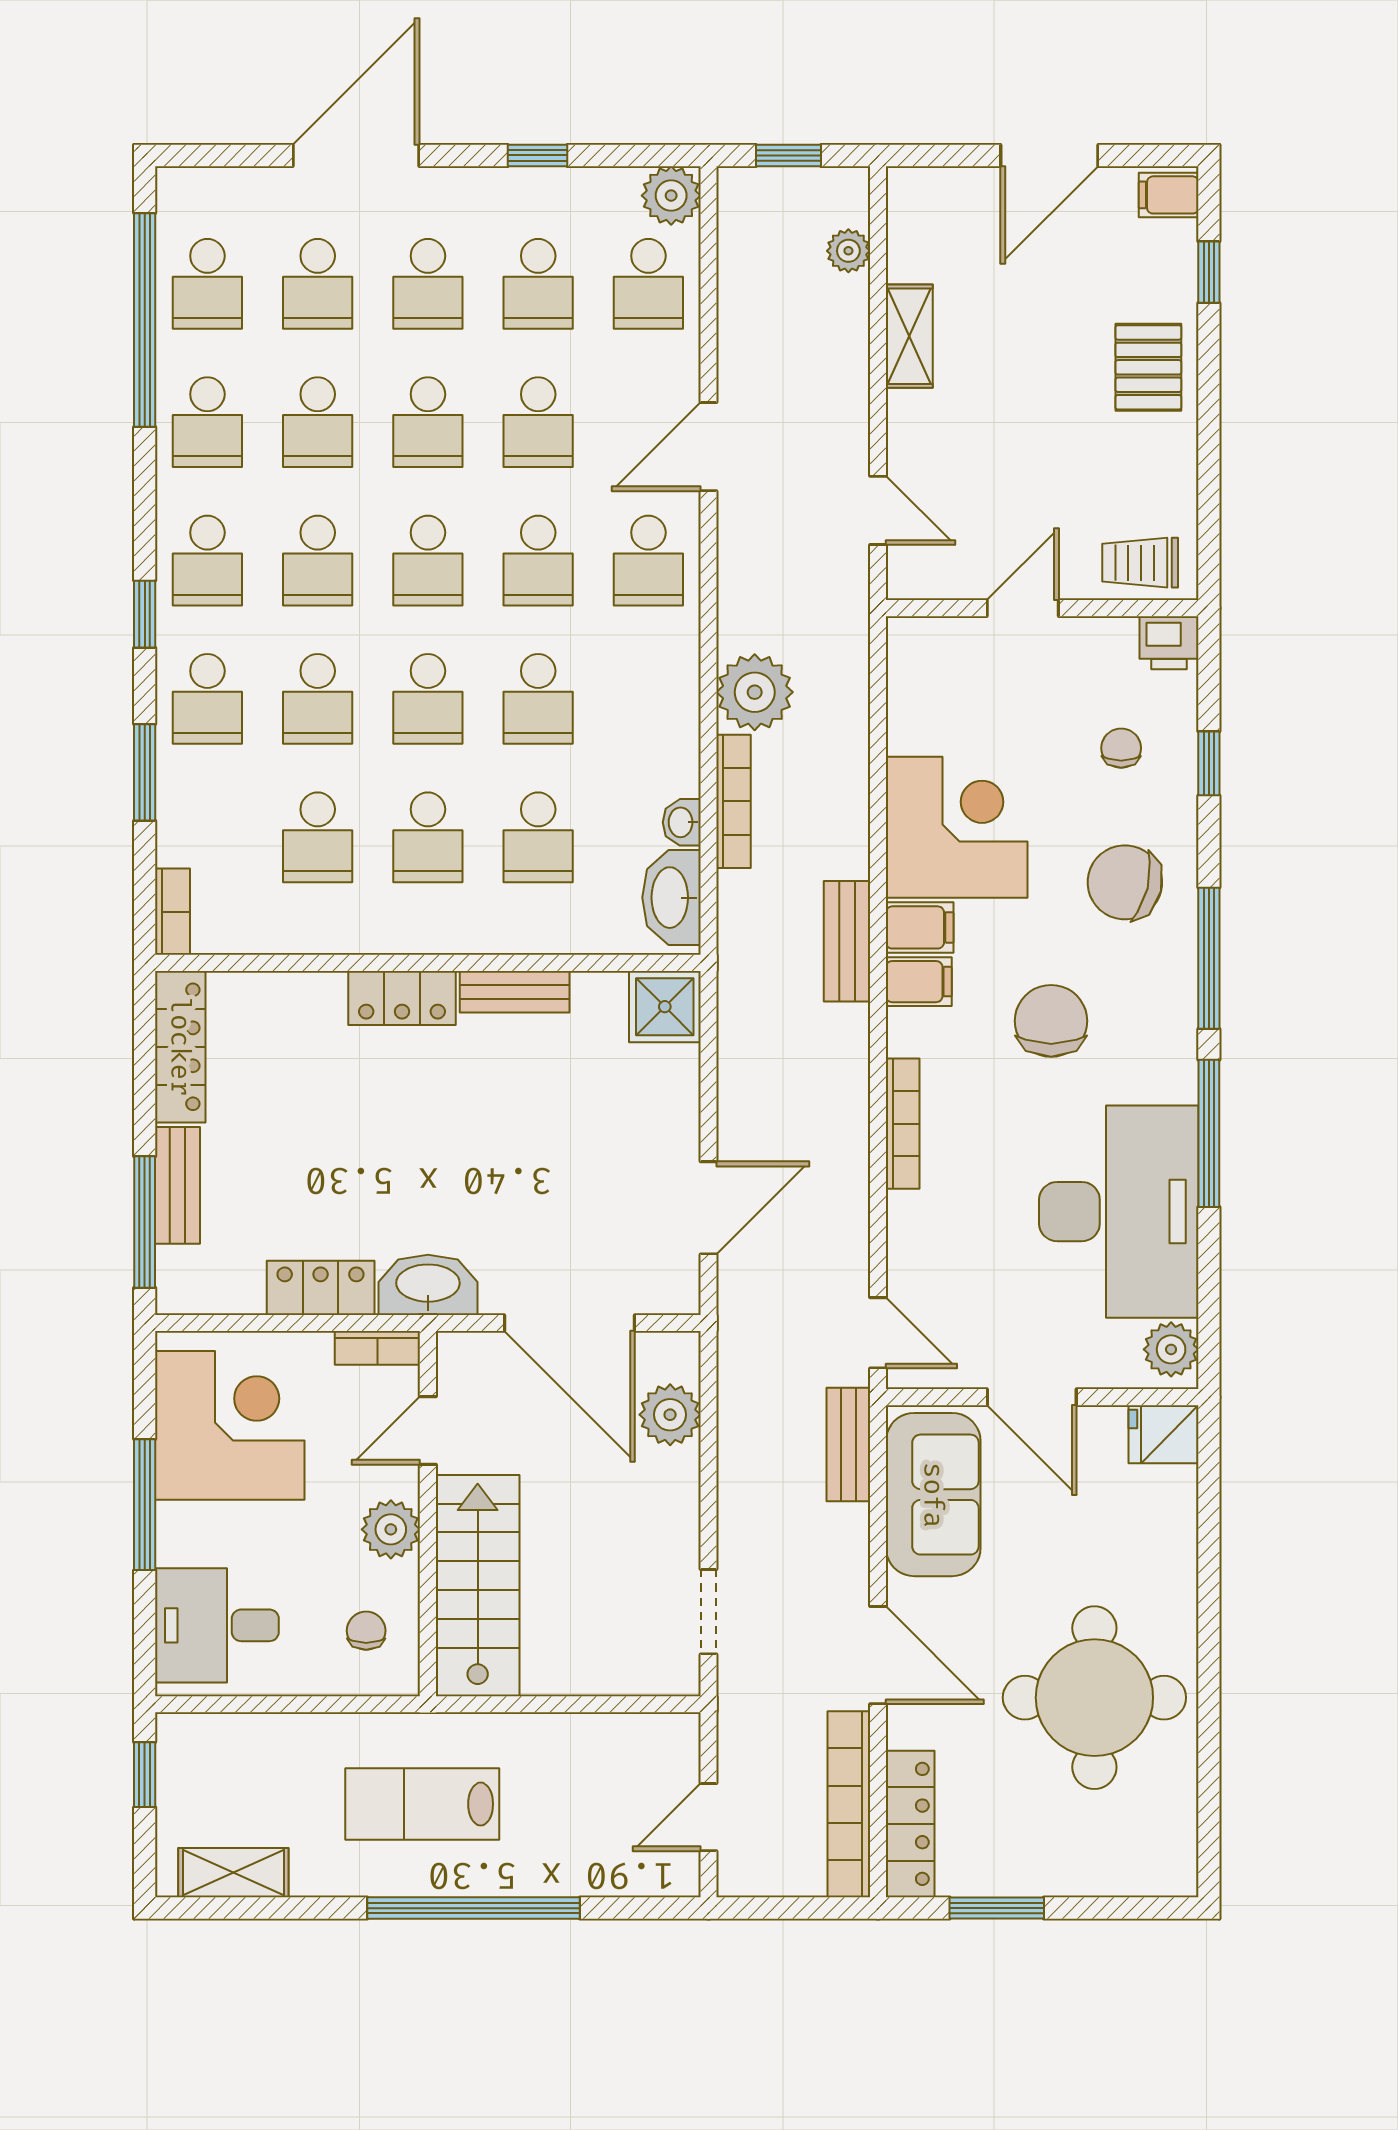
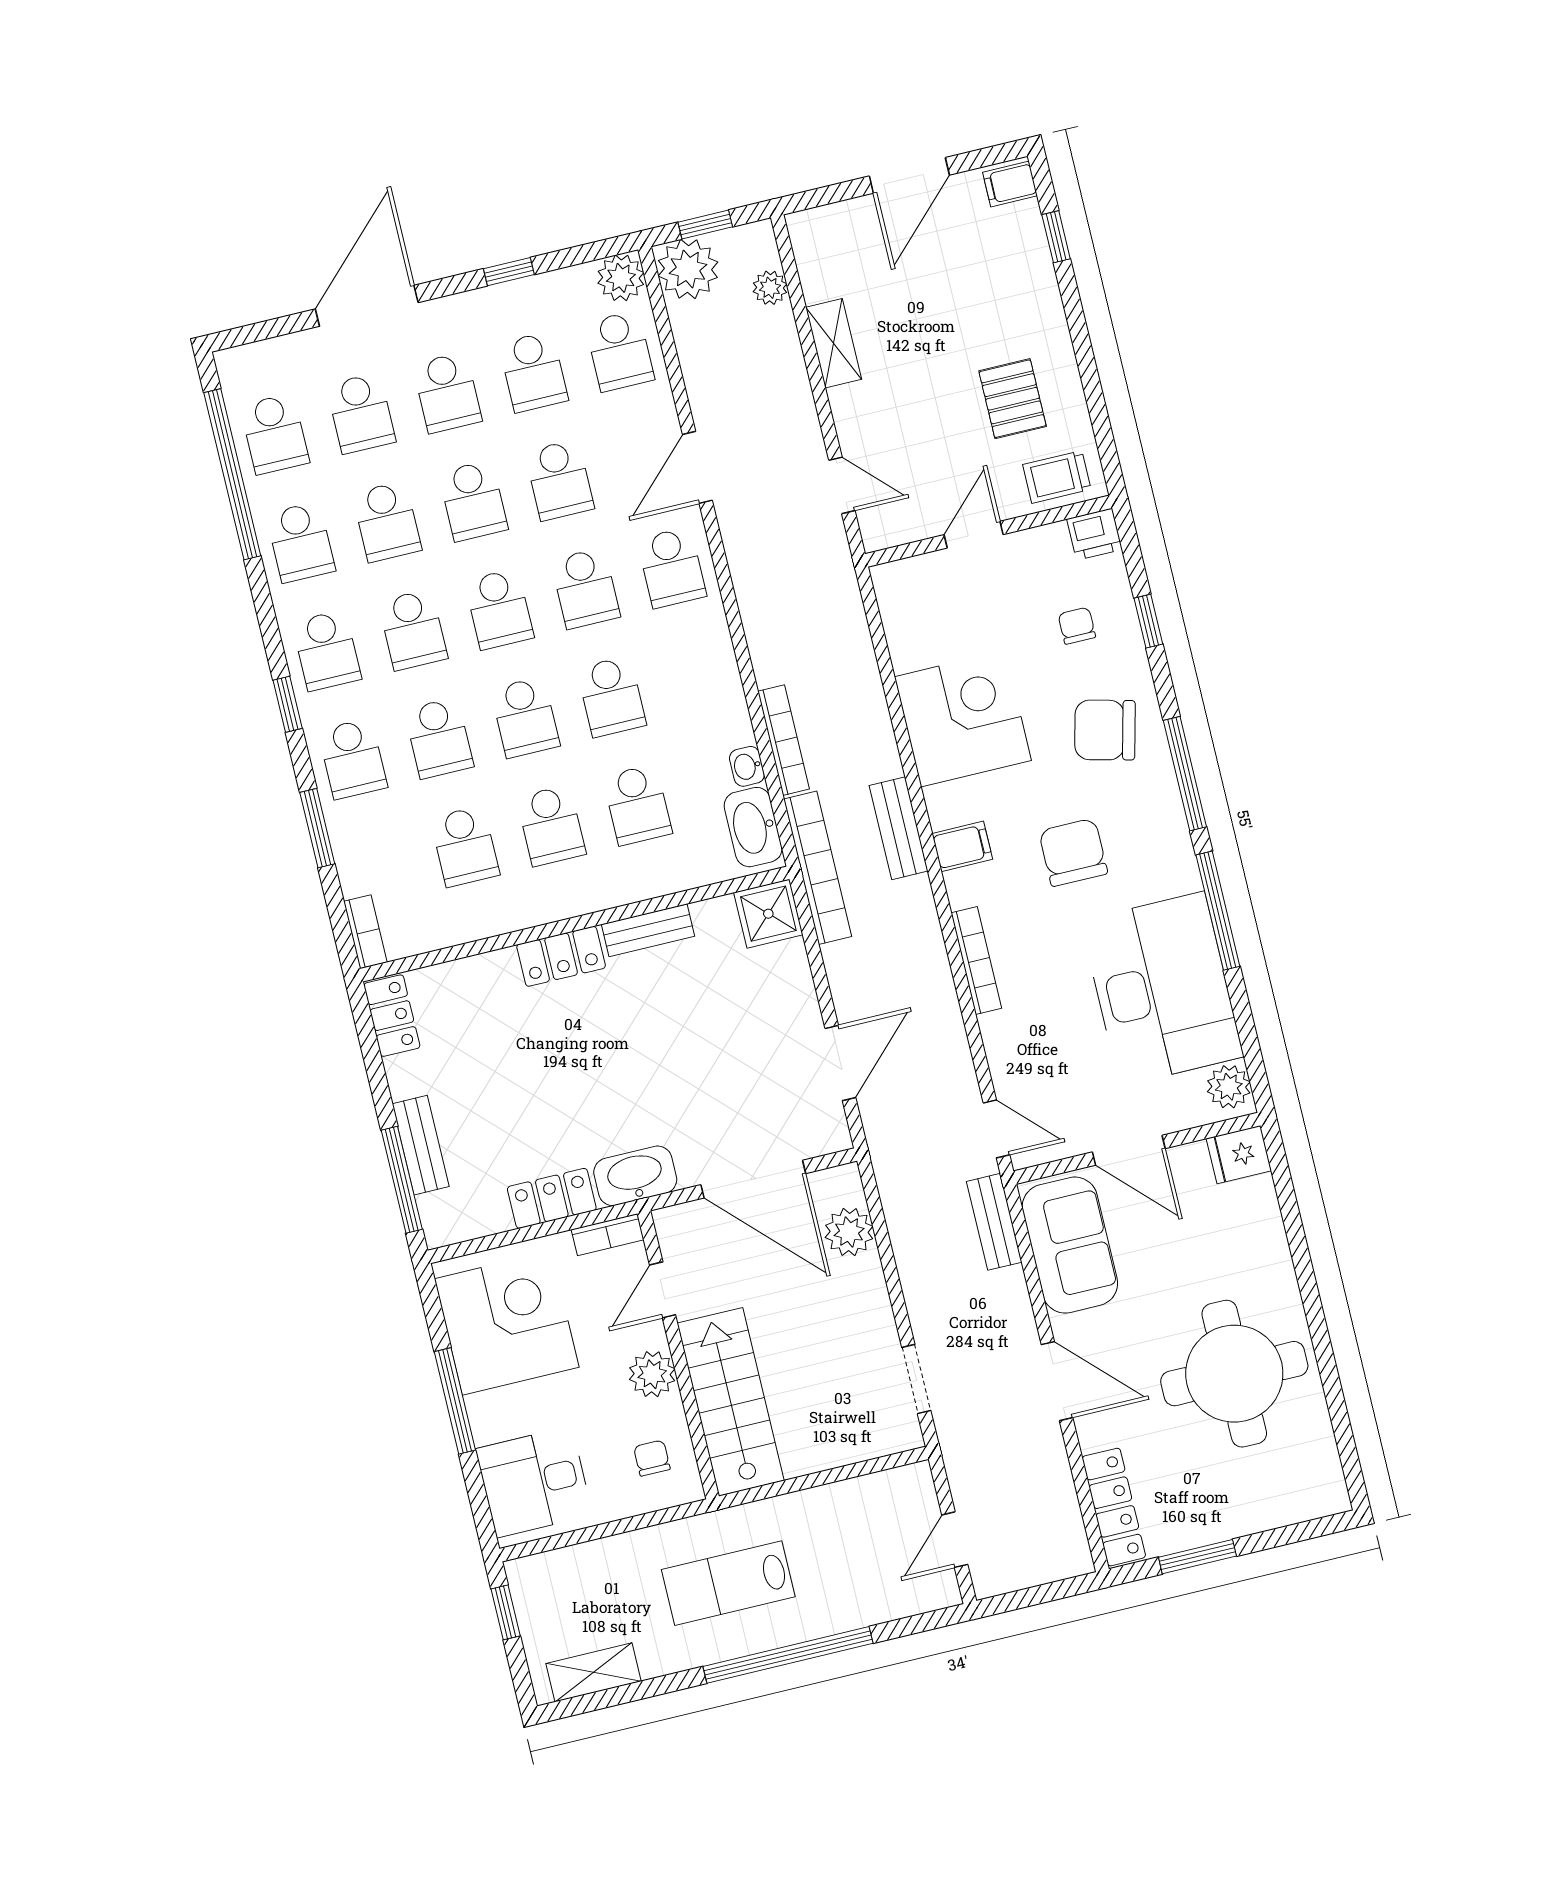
pallet: (1148, 367) -> (1013, 399), moved
plant: (755, 692) -> (688, 269), moved
filing cabinet: (920, 927) -> (953, 804), removed
locker: (180, 1047) -> (392, 1016), width x0.66
bookcase: (849, 1804) -> (818, 868), moved, turned 180

